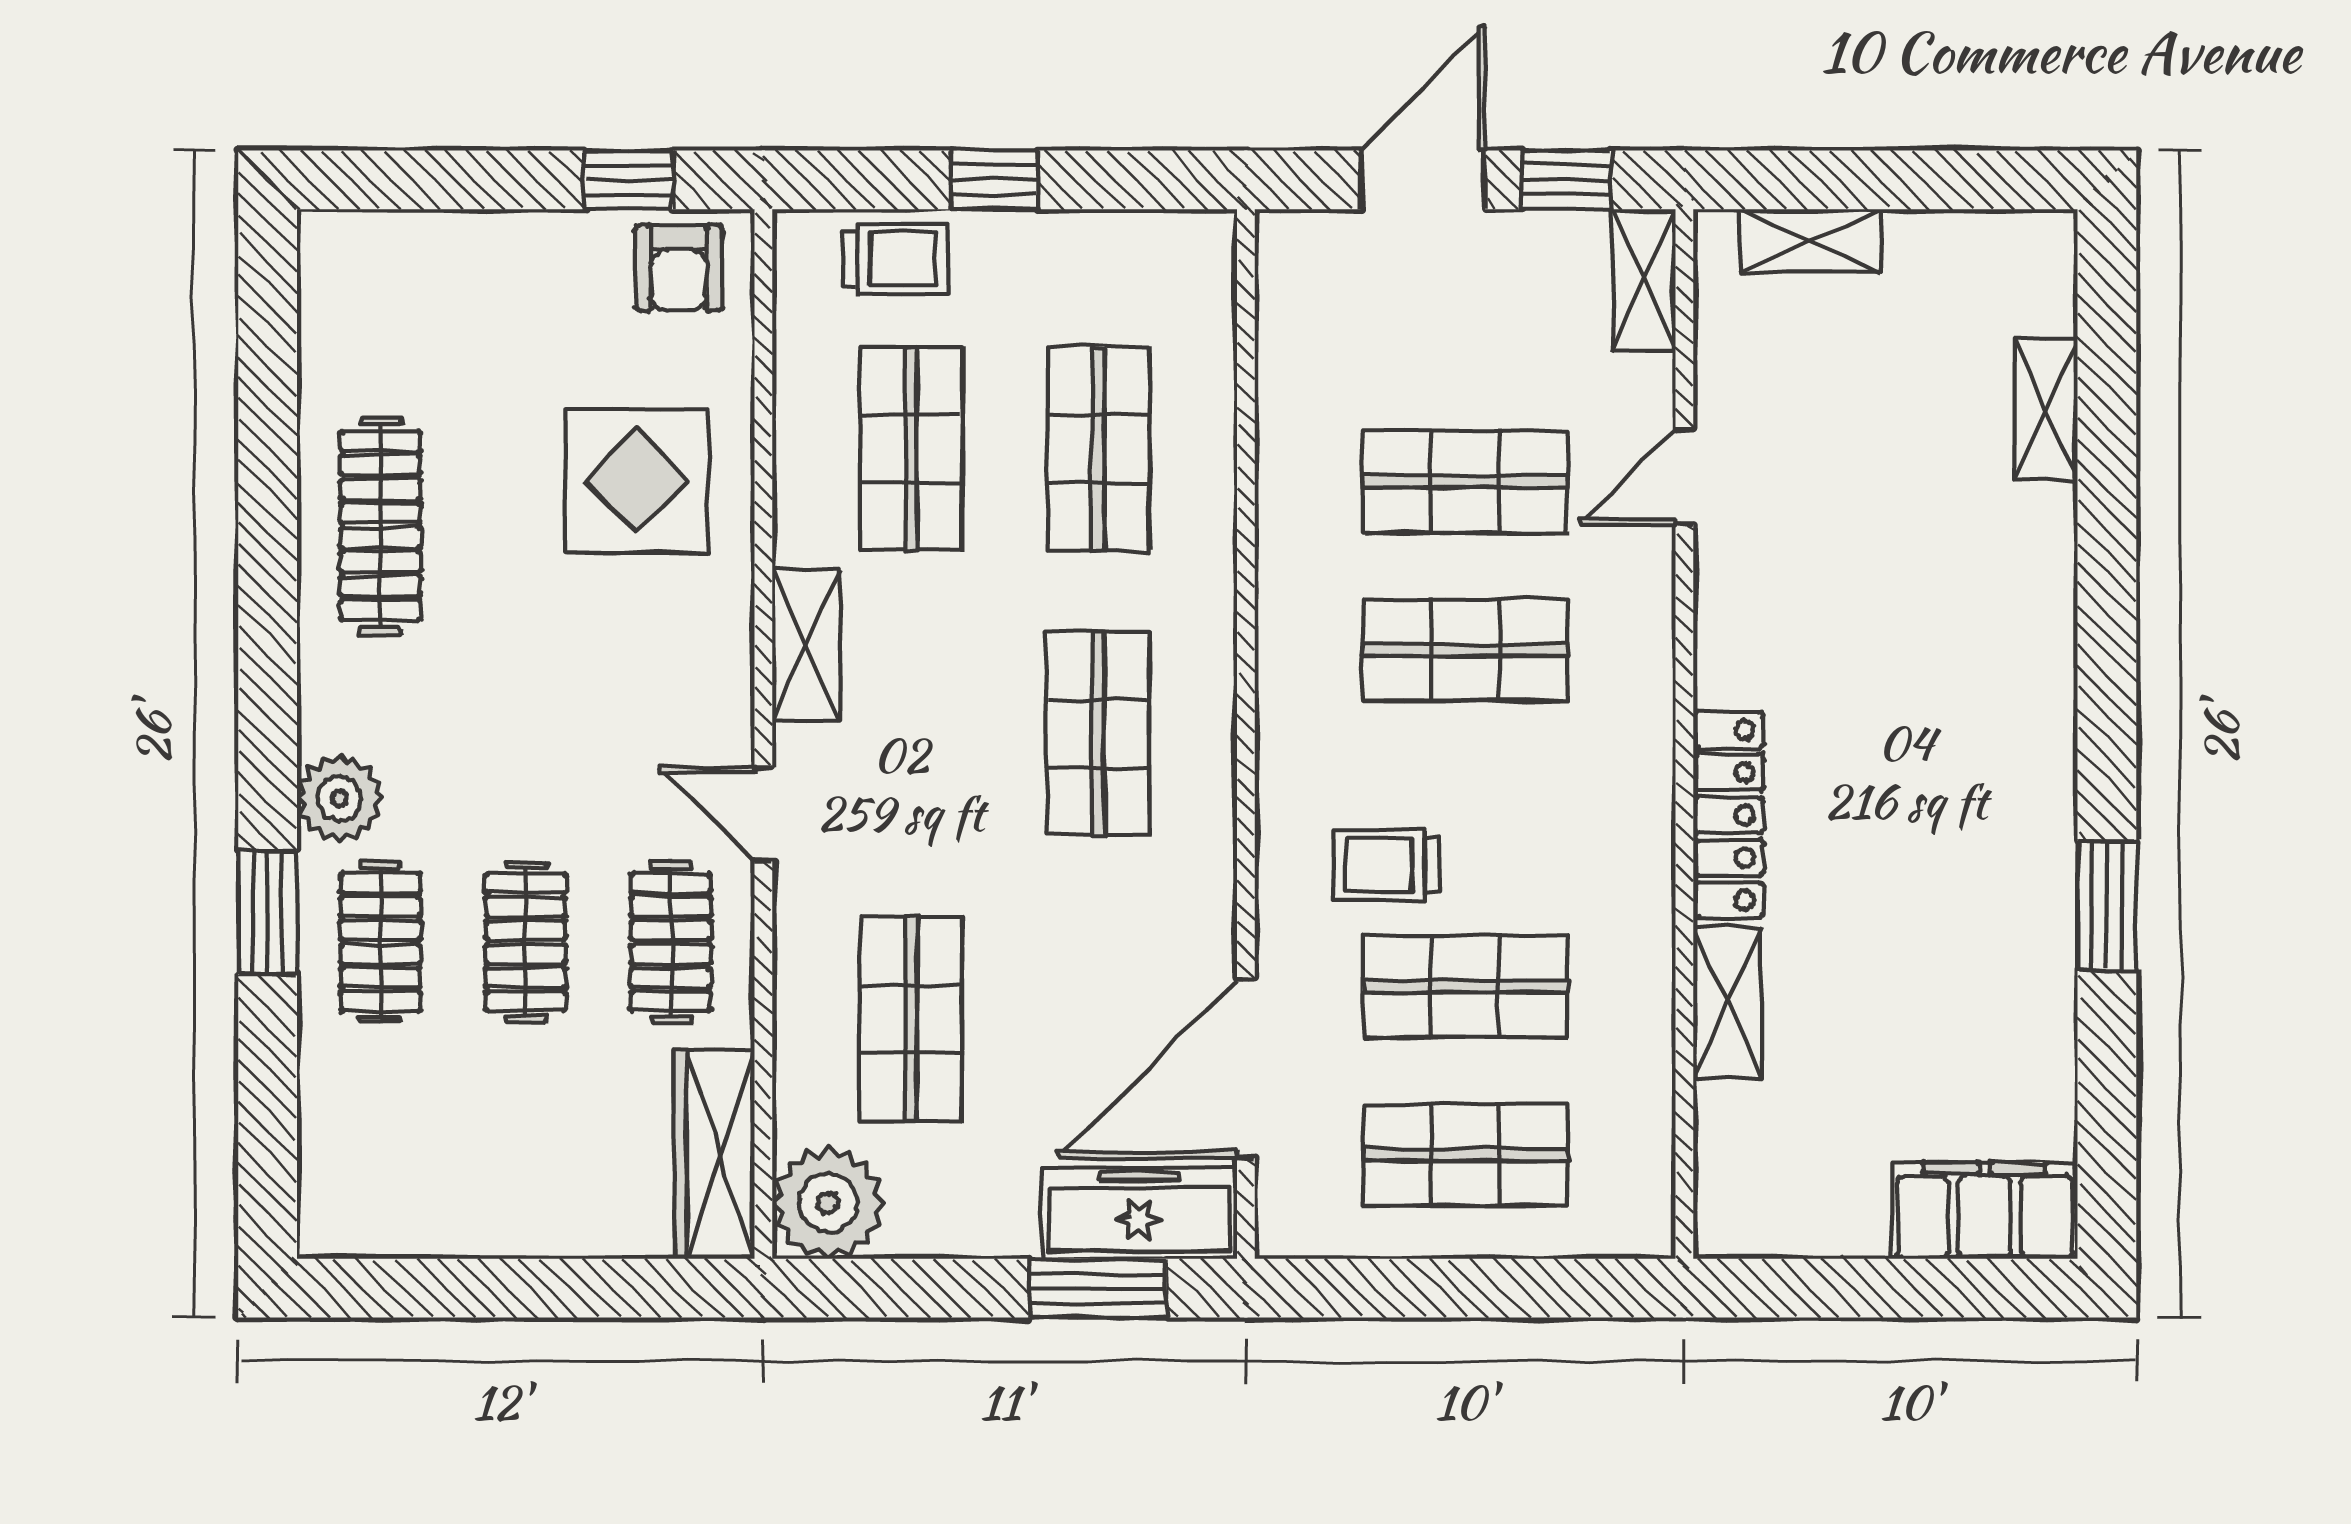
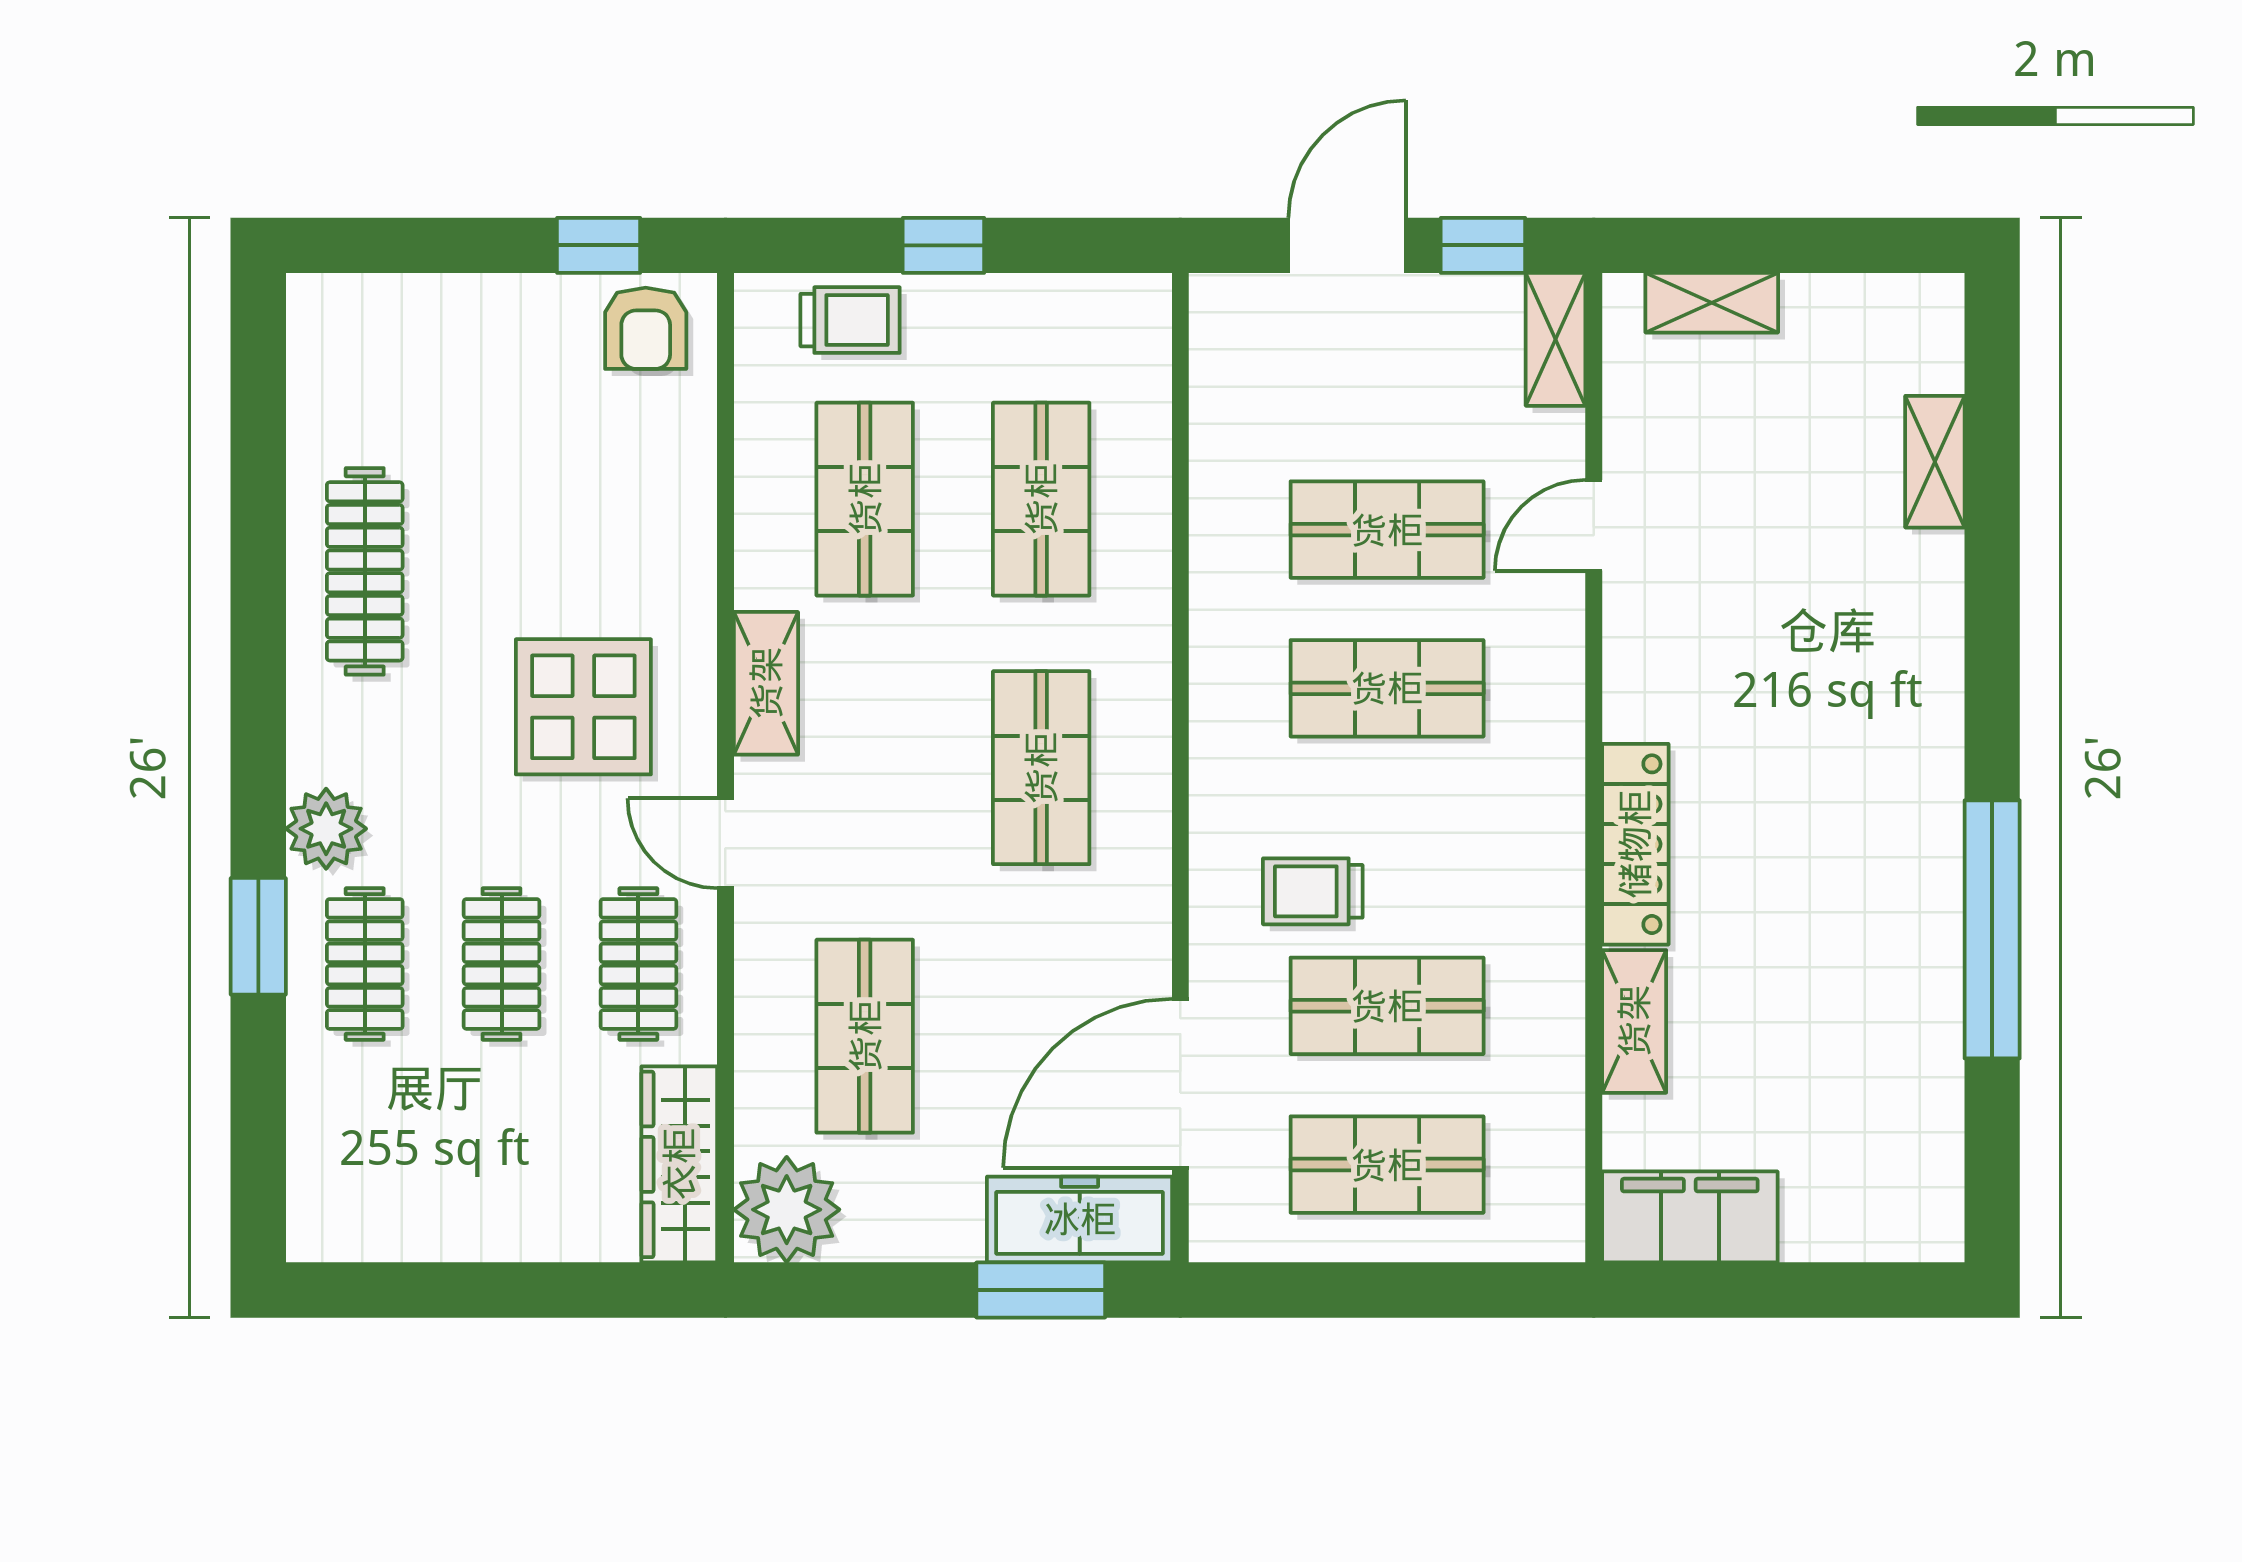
display table: (637, 481) -> (583, 707), moved
window: (2107, 905) -> (1992, 929), width x2.11
filing cabinet: (1985, 1211) -> (1690, 1217), moved

